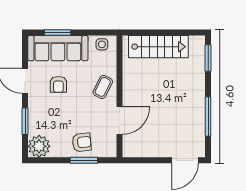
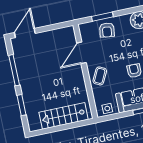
window: (208, 58) -> (21, 105), moved
armchair: (82, 142) -> (107, 30), turned -76

